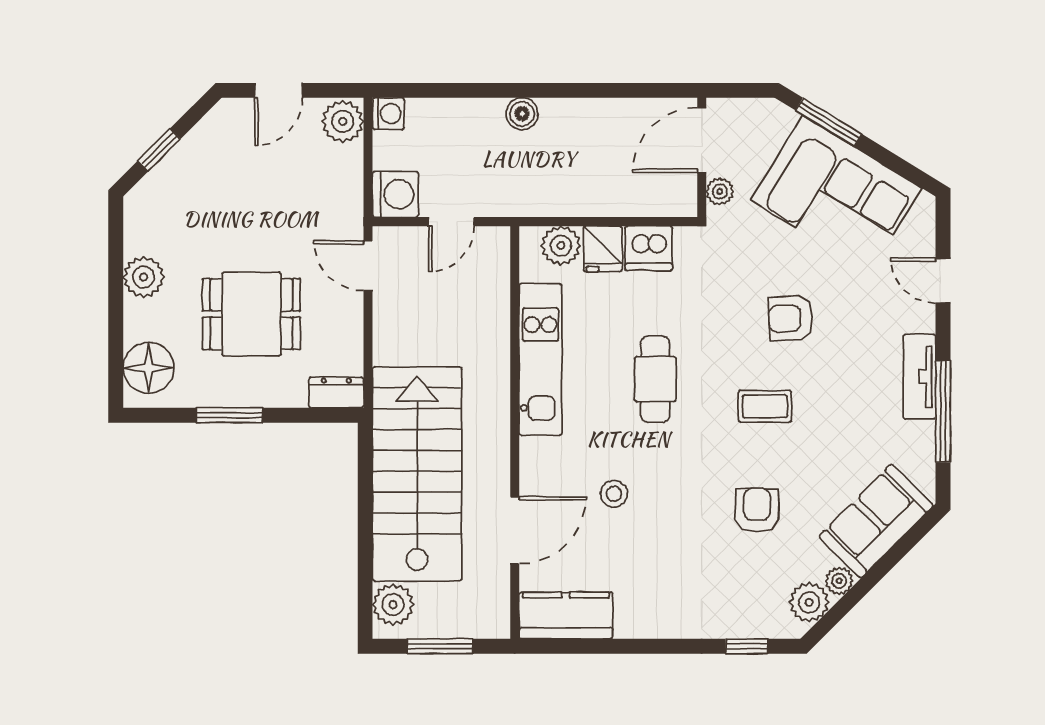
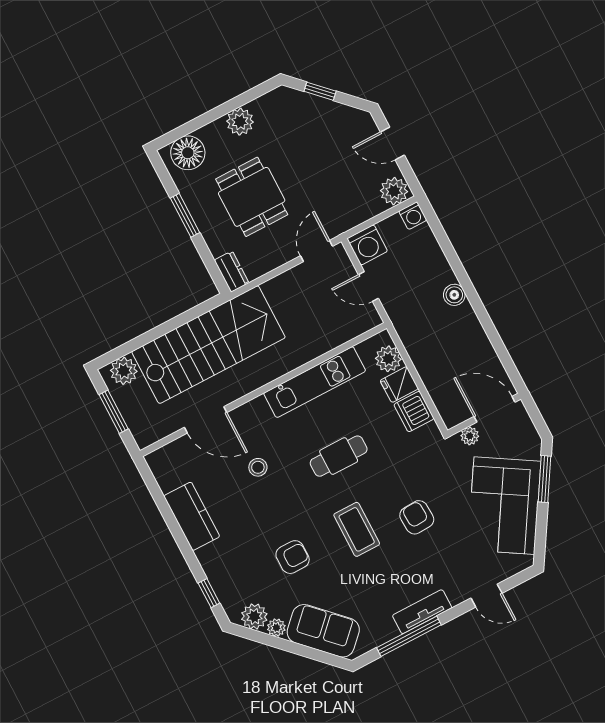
door: (943, 280) -> (486, 596), swing flipped
coffee table: (765, 406) -> (357, 529), width x1.36, depth x1.30
kitchen counter: (566, 616) -> (192, 516), moved

